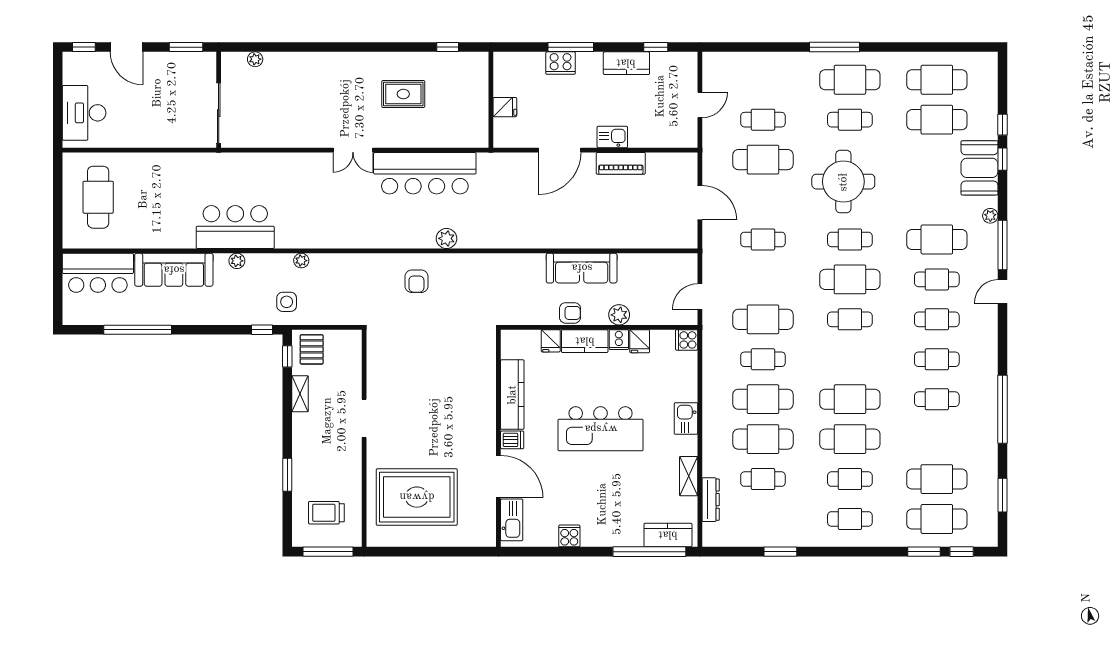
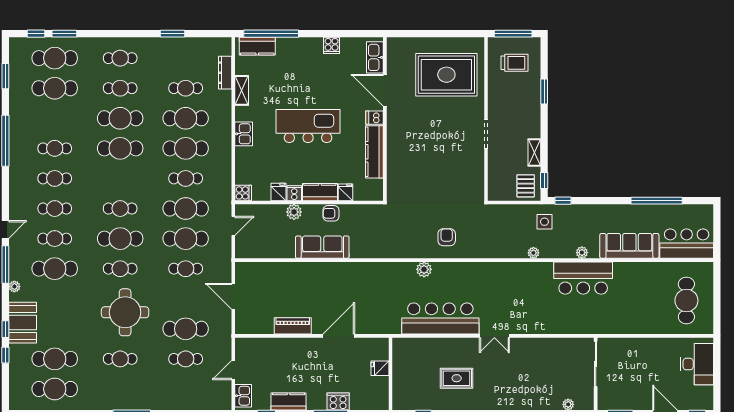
cafe table: (850, 80) -> (186, 239), moved
kitchen sink: (612, 137) -> (243, 396), moved, turned -90
double door: (353, 150) -> (494, 336), swing flipped

